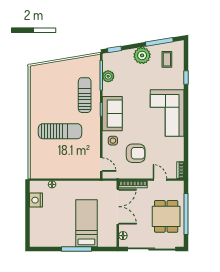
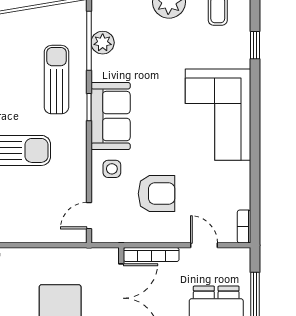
door: (101, 165) -> (89, 216), swing flipped

